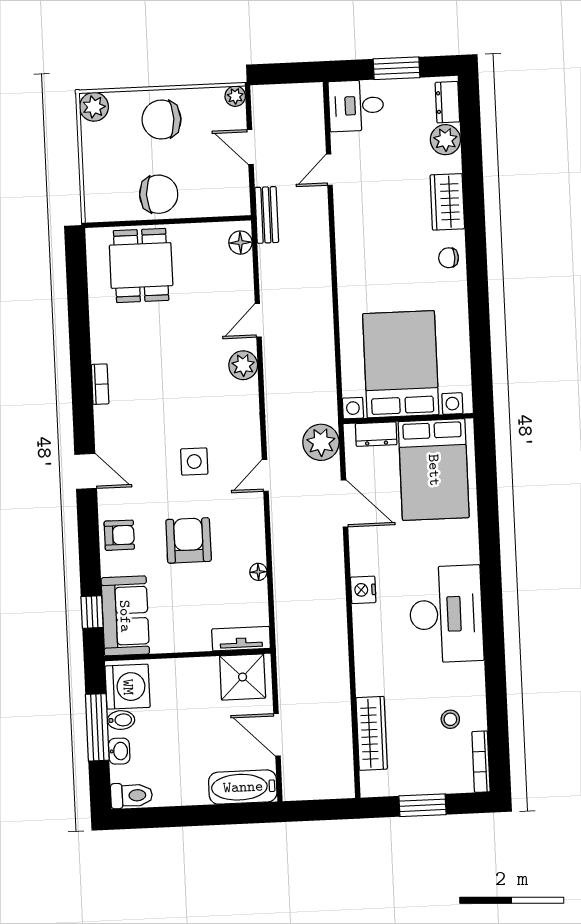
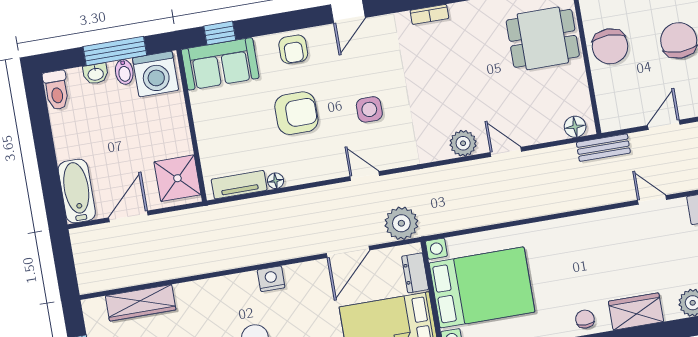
tv unit: (241, 639) -> (239, 185), moved, turned -90

